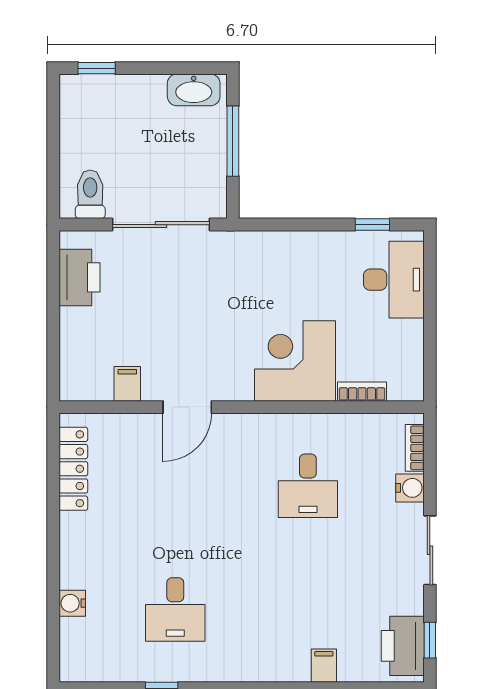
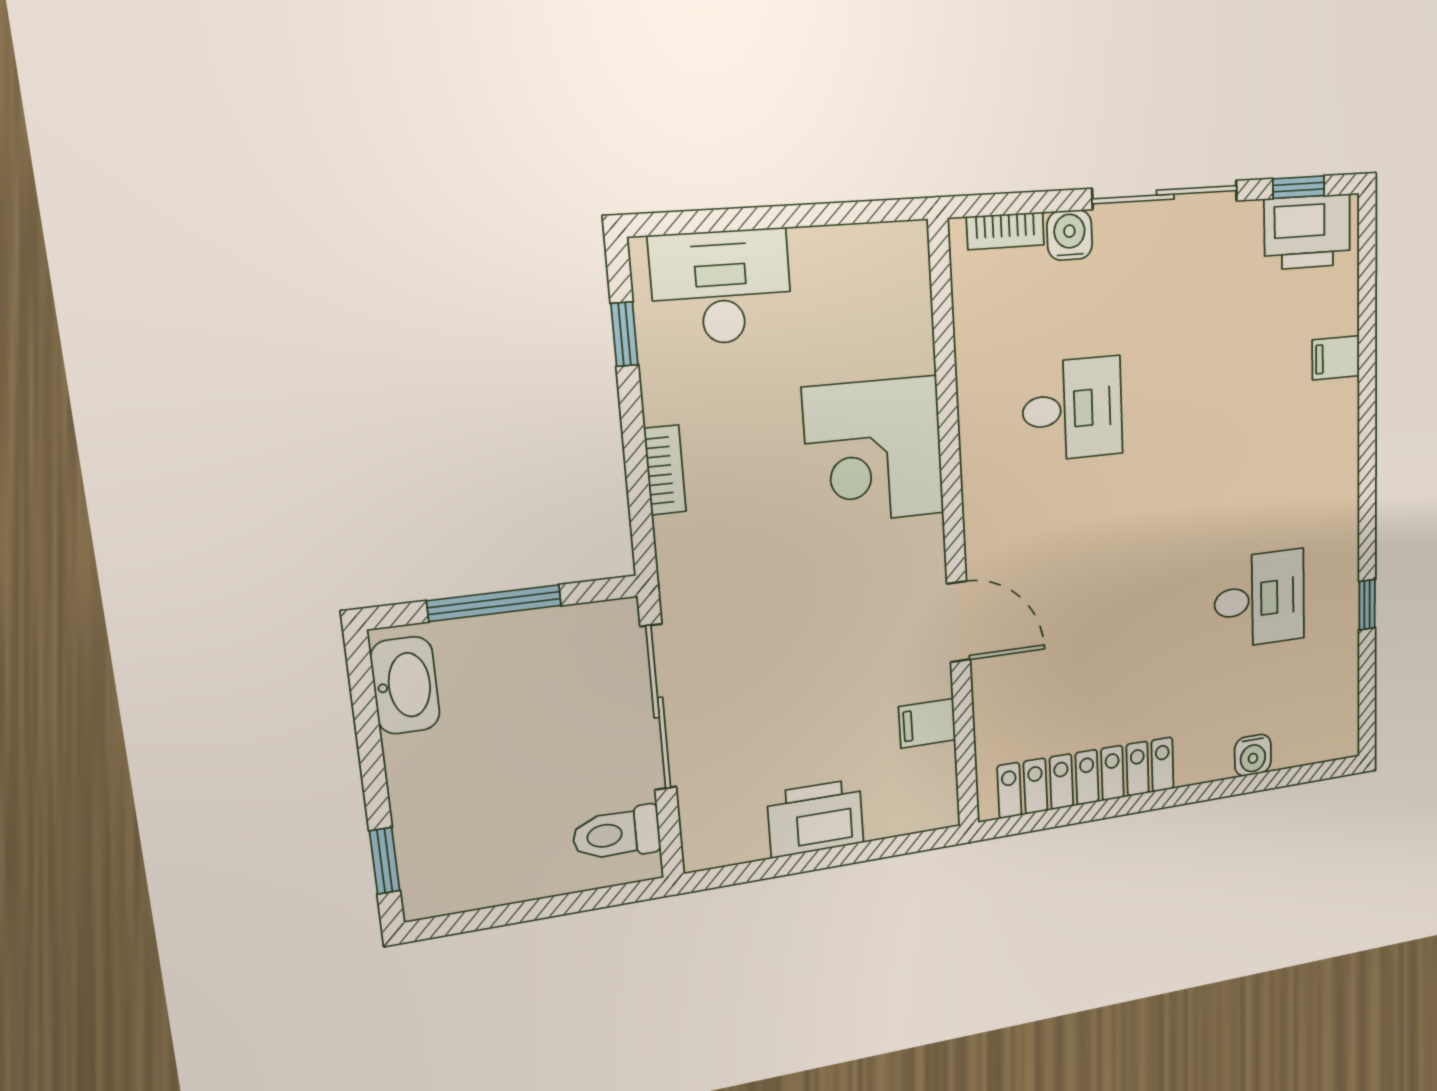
printer: (79, 277) -> (816, 818), moved
bookcase: (362, 392) -> (665, 470), moved, turned 180
locker: (73, 469) -> (1087, 777), width x1.41, depth x1.21
sliding door: (430, 550) -> (1165, 195), width x1.37

